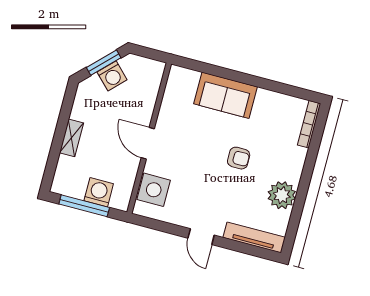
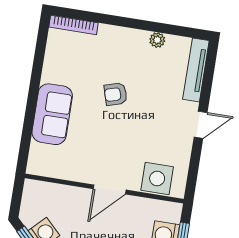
armchair: (239, 158) -> (116, 94), turned -107
plant: (282, 195) -> (157, 40), width x0.53, depth x0.53

